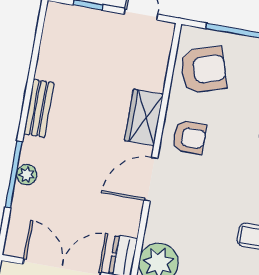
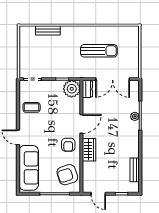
bench: (39, 108) -> (135, 170), moved
armchair: (189, 137) -> (68, 145), turned -90

